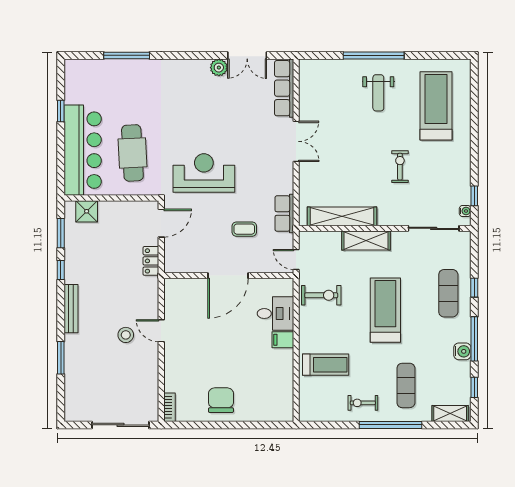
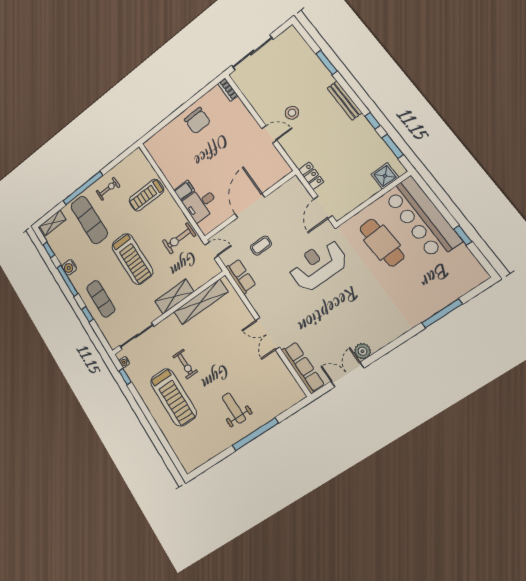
treadmill: (436, 106) -> (173, 397), moved
reception desk: (204, 173) -> (318, 265), turned 180
exercise mat: (406, 385) -> (89, 220), width x1.36, depth x1.45

